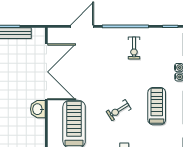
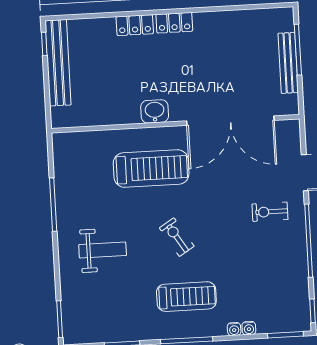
exercise bike: (134, 48) -> (270, 212), moved
washbasin: (38, 109) -> (155, 111), moved

